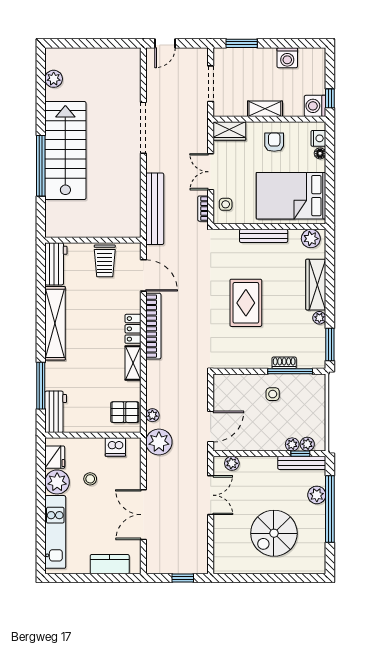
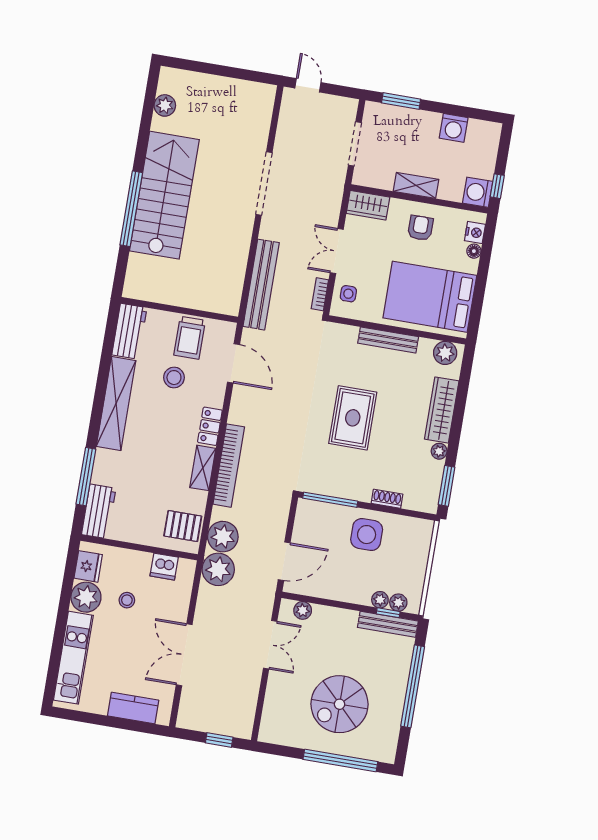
door: (165, 43) -> (308, 85), swing flipped
stool: (98, 295) -> (174, 378), added
bookcase: (153, 326) -> (229, 466), moved
window: (290, 371) -> (330, 500), moved
side table: (273, 394) -> (367, 535), width x1.87, depth x1.87
plant: (152, 415) -> (223, 537), width x1.88, depth x1.88
plant: (317, 495) -> (400, 666), removed
window: (282, 578) -> (340, 761), added

